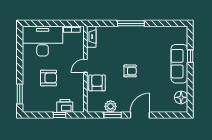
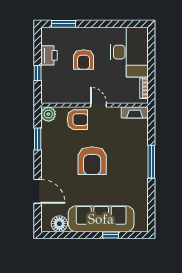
sofa: (179, 64) -> (101, 219), width x1.36, depth x1.27
armchair: (130, 71) -> (92, 161), width x1.88, depth x1.88
printer: (65, 106) -> (49, 55), moved
plant: (111, 106) -> (48, 114), moved
door: (140, 115) -> (38, 191), moved

